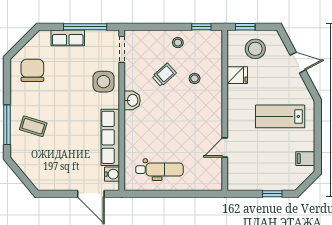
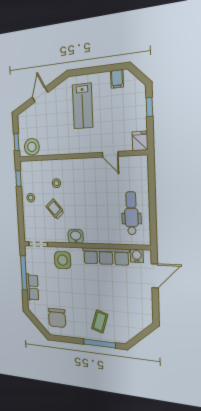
stool: (255, 49) -> (32, 147), moved
chair: (32, 70) -> (57, 318), turned -90
fridge: (237, 75) -> (140, 141), moved

